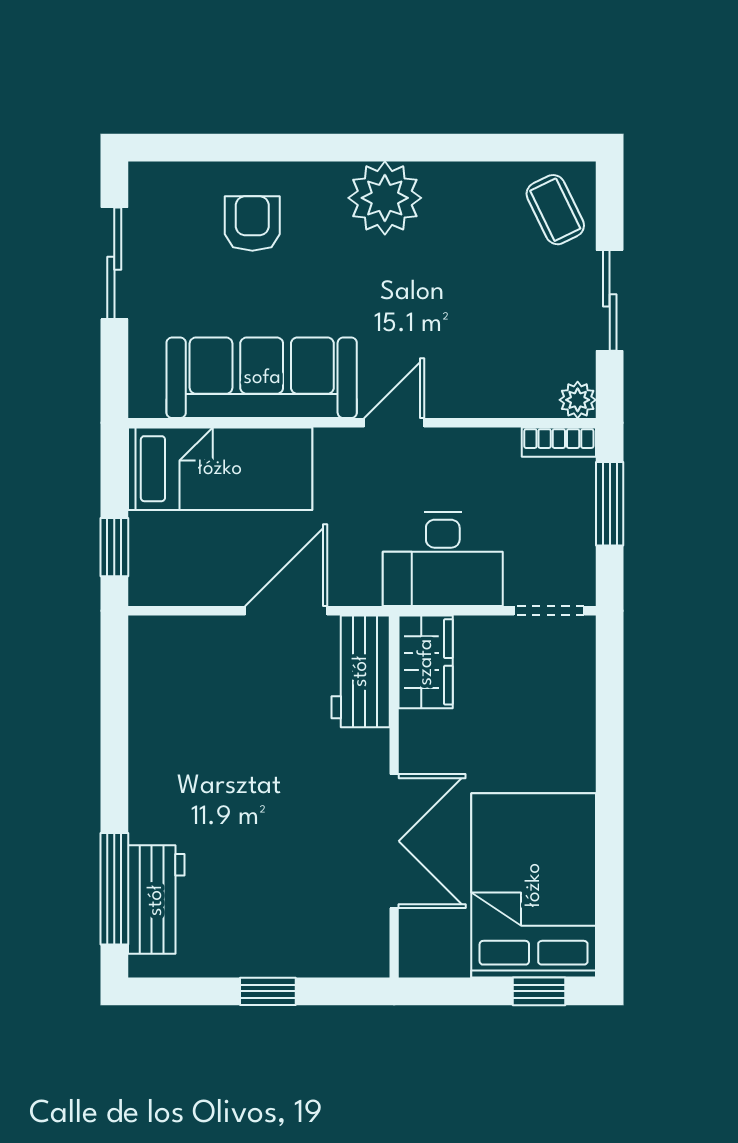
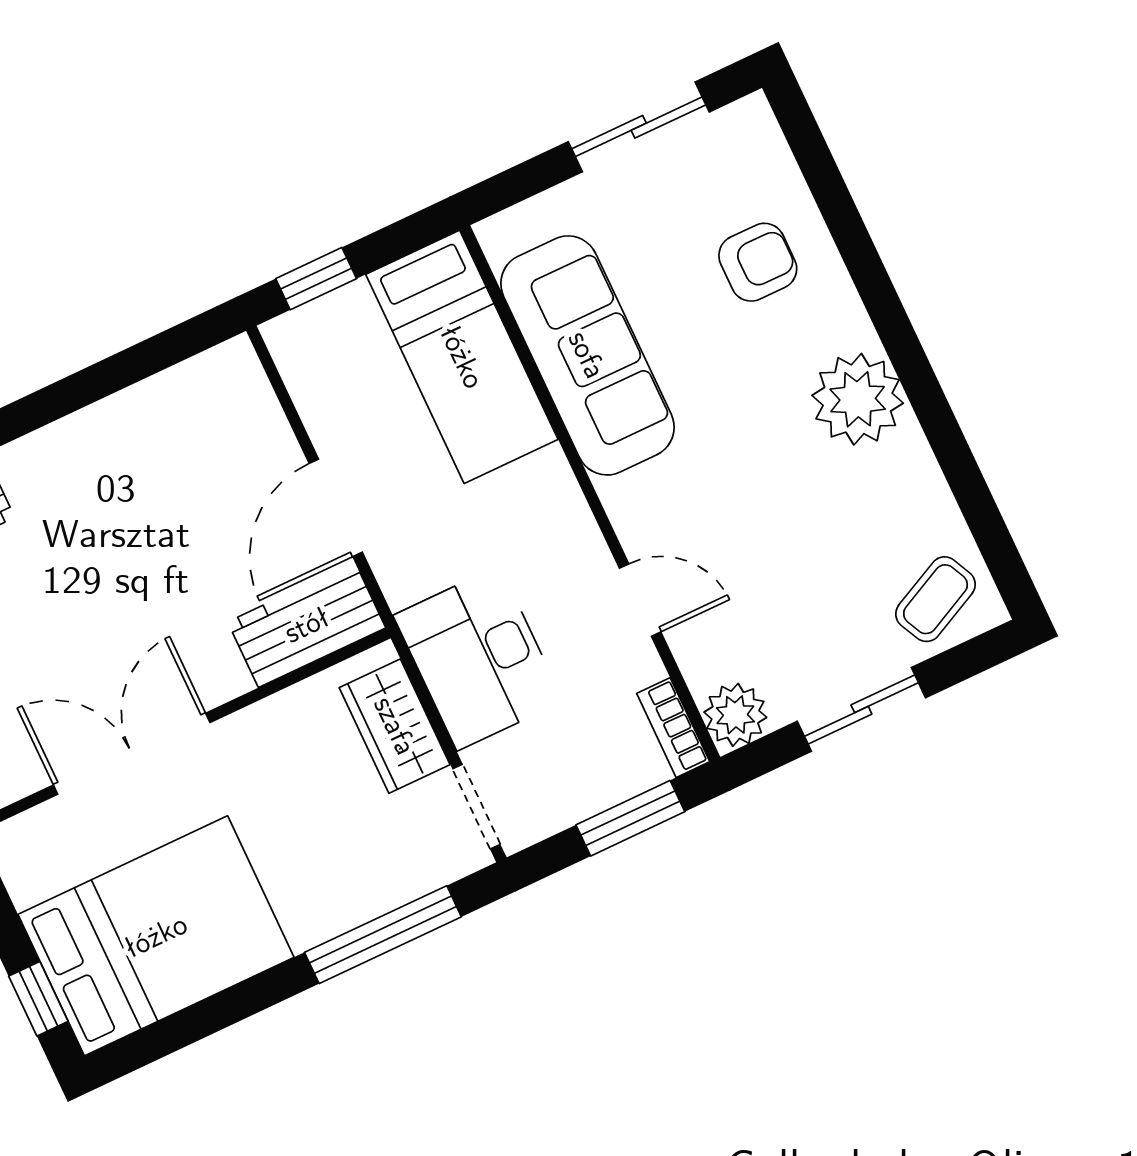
plant: (578, 400) -> (735, 715), width x1.38, depth x1.38
door: (394, 423) -> (640, 600), moved
door: (286, 611) -> (336, 508), swing flipped
wardrobe: (426, 662) -> (395, 726), moved, turned 90
window: (610, 721) -> (383, 935), added
double door: (394, 841) -> (132, 754), swing flipped

